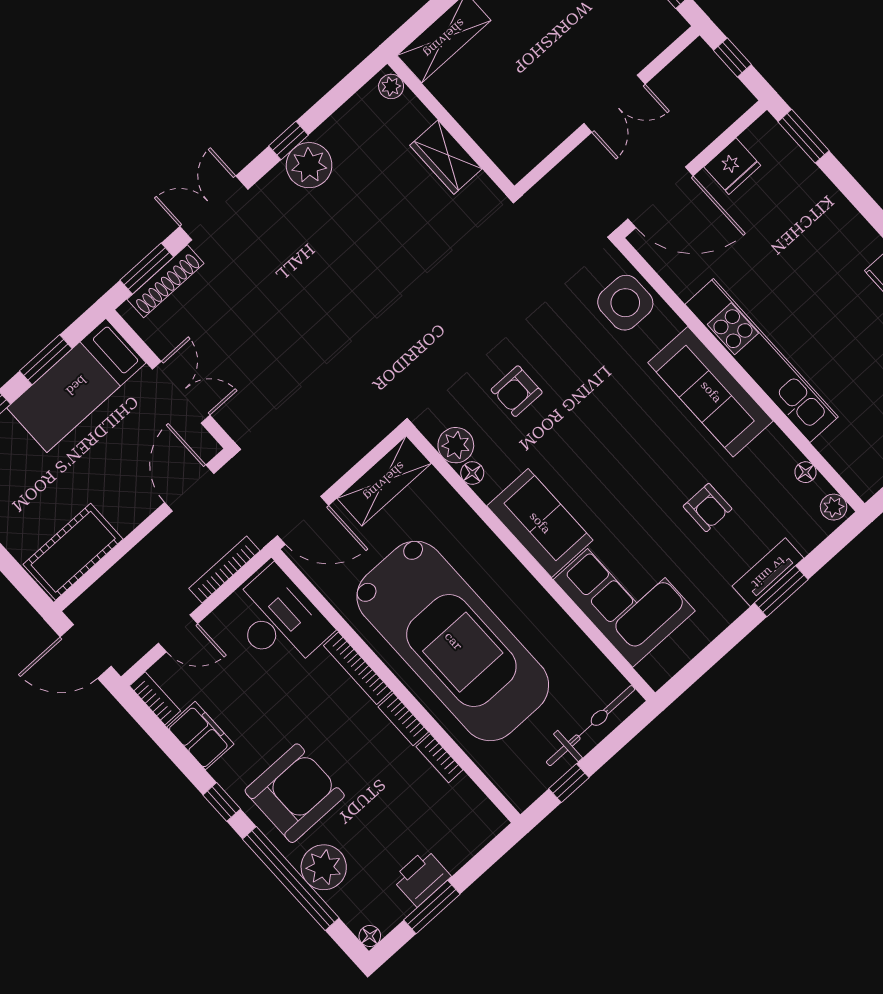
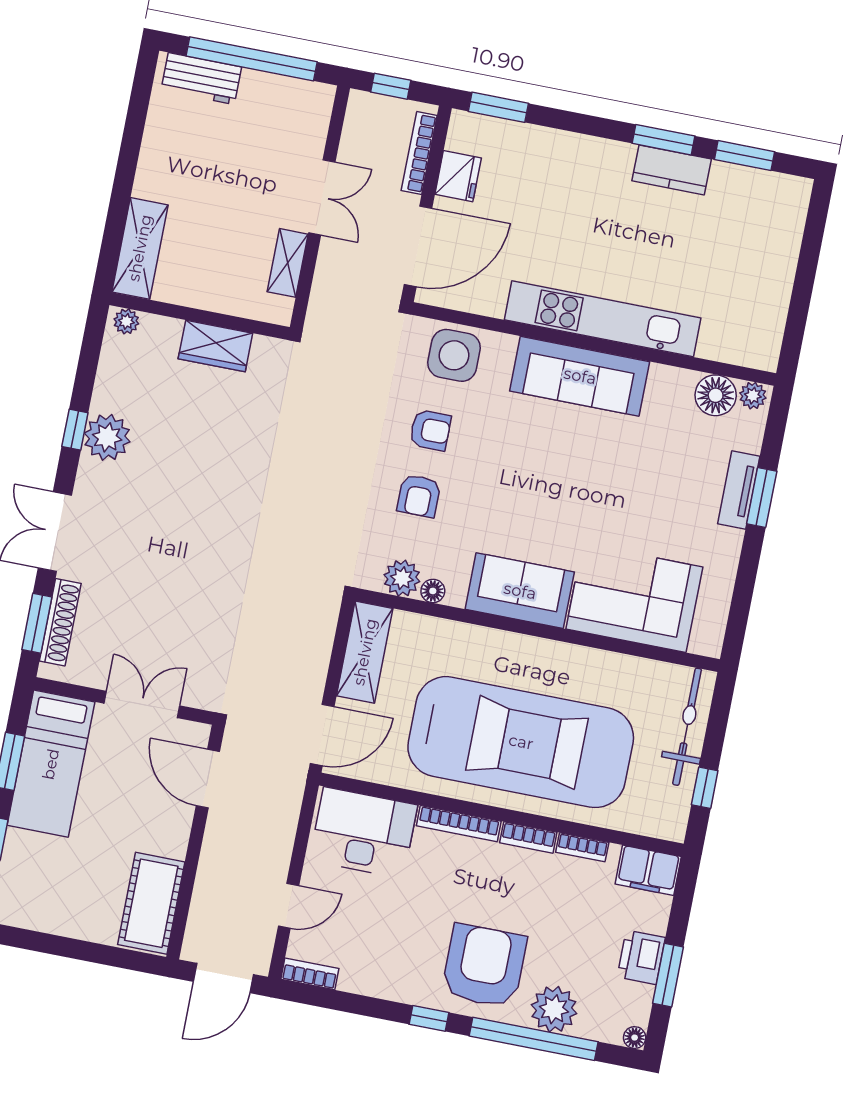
shelving: (550, 135) -> (288, 263), added
floor lamp: (806, 472) -> (716, 395), width x1.89, depth x1.89
armchair: (707, 508) -> (430, 430), moved
bookcase: (224, 570) -> (419, 153), moved
filing cabinet: (200, 736) -> (648, 870), moved, turned 180

